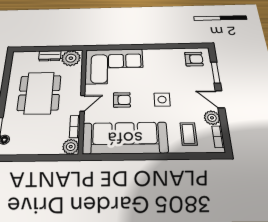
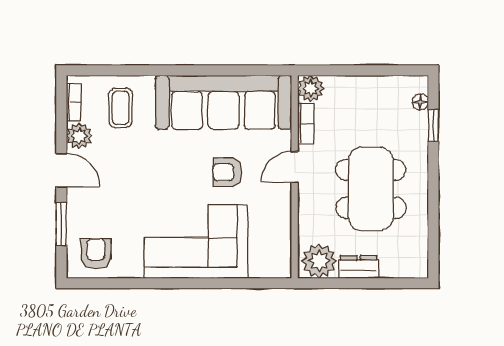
armchair: (194, 59) -> (96, 254), turned 90
corner sofa: (114, 66) -> (196, 241), moved
side table: (162, 100) -> (159, 172), removed

